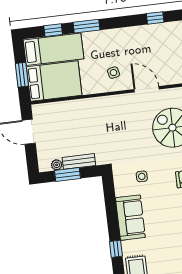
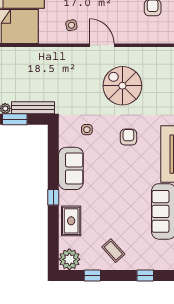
bench: (79, 161) -> (33, 108), width x1.36

